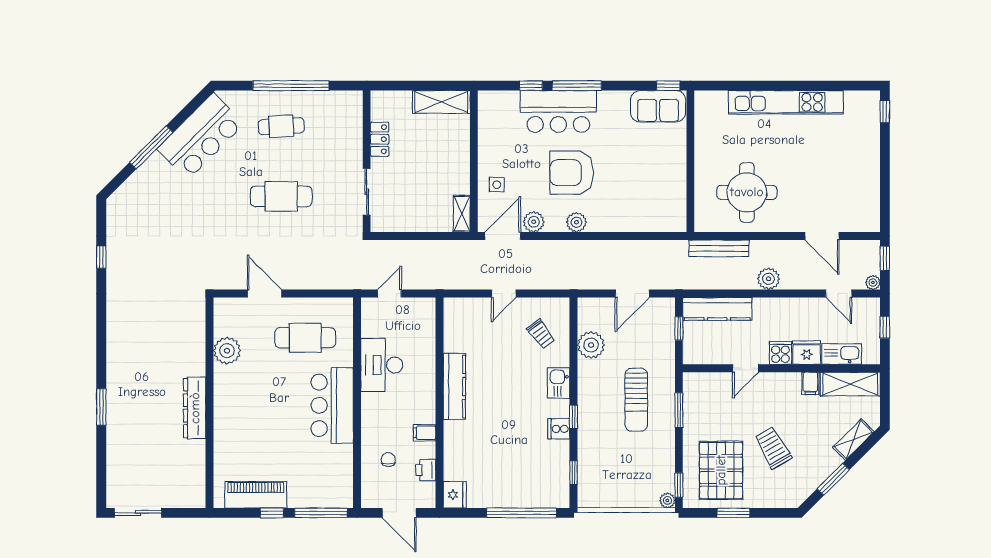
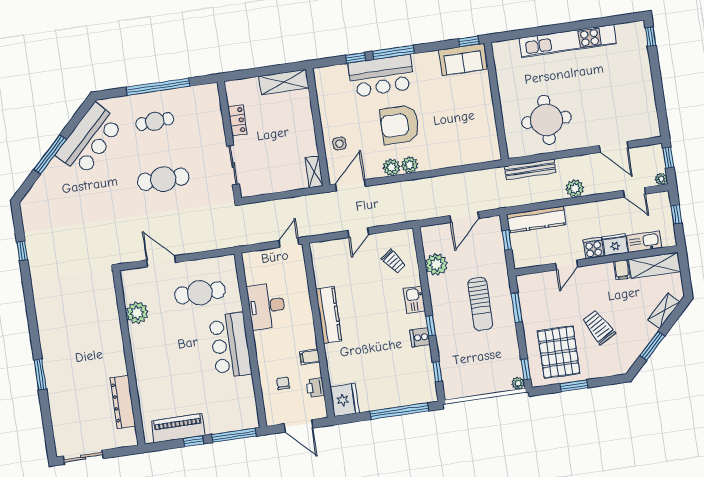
plant: (534, 222) -> (391, 167), moved
door: (390, 294) -> (289, 243), moved
dresser: (195, 408) -> (123, 402), moved
fridge: (455, 495) -> (345, 400), width x1.36, depth x1.34

